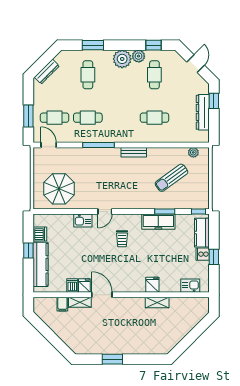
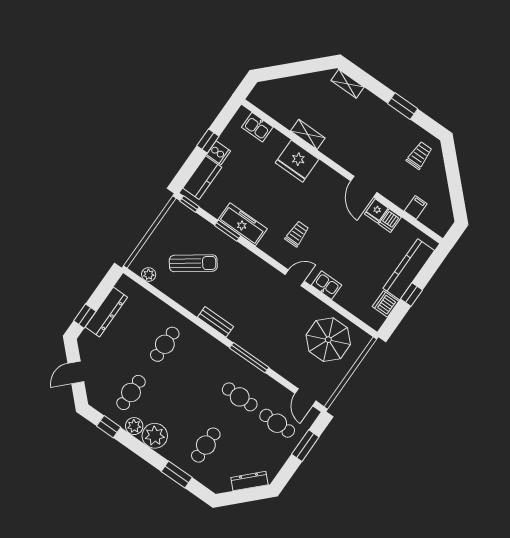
cafe table: (154, 118) -> (165, 344), turned 90
fridge: (152, 285) -> (297, 161), width x1.88, depth x1.34
shelving: (80, 302) -> (347, 84), moved
trolley: (82, 337) -> (419, 155), added

